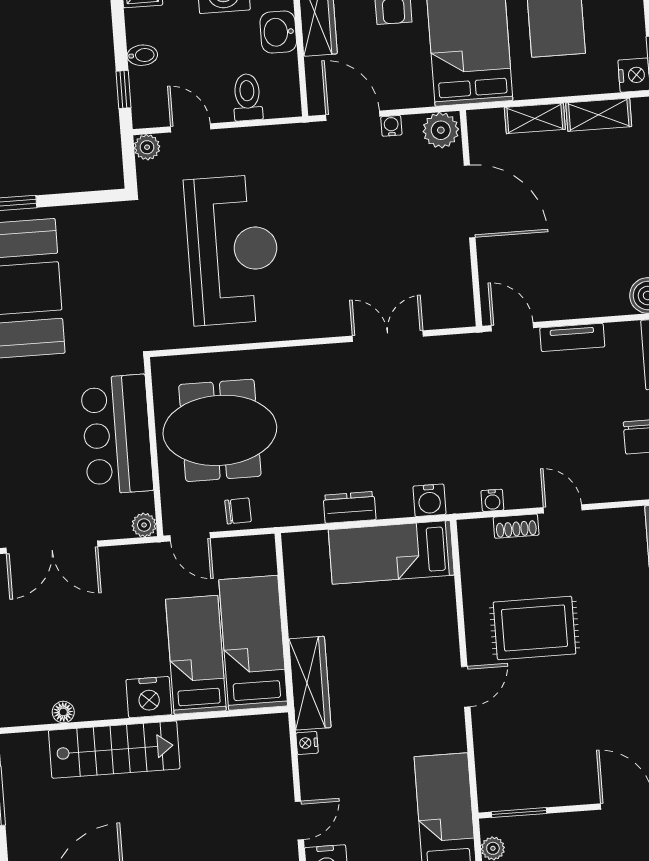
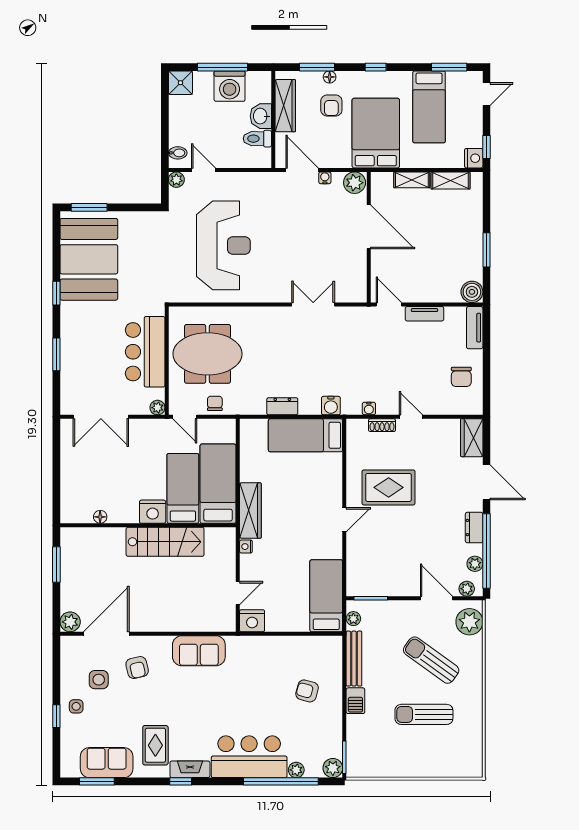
bidet: (142, 55) -> (178, 153), moved
window: (124, 89) -> (165, 144), removed
toilet: (247, 97) -> (257, 139), moved, turned -90
chair: (238, 511) -> (215, 403), turned -88
stairs: (114, 750) -> (165, 542), moved

